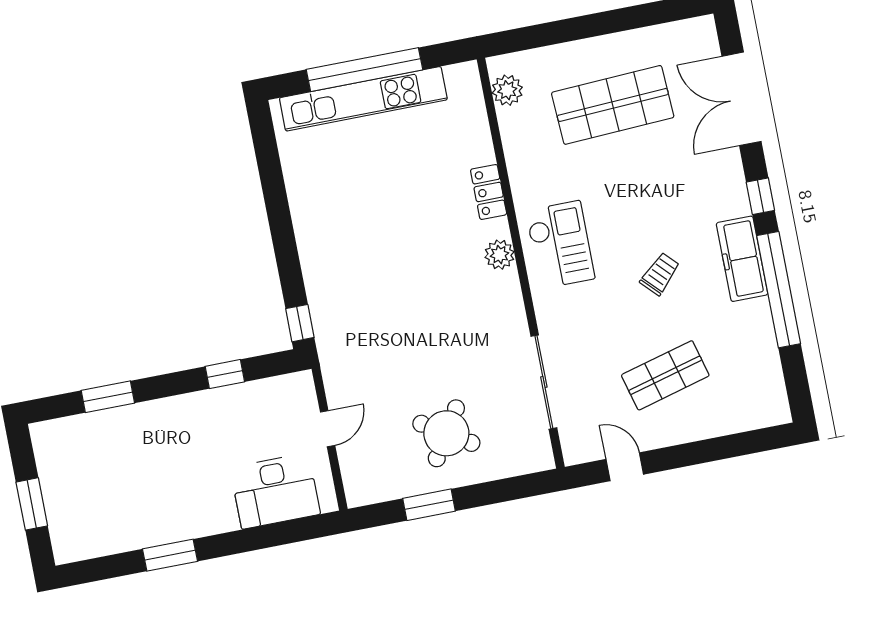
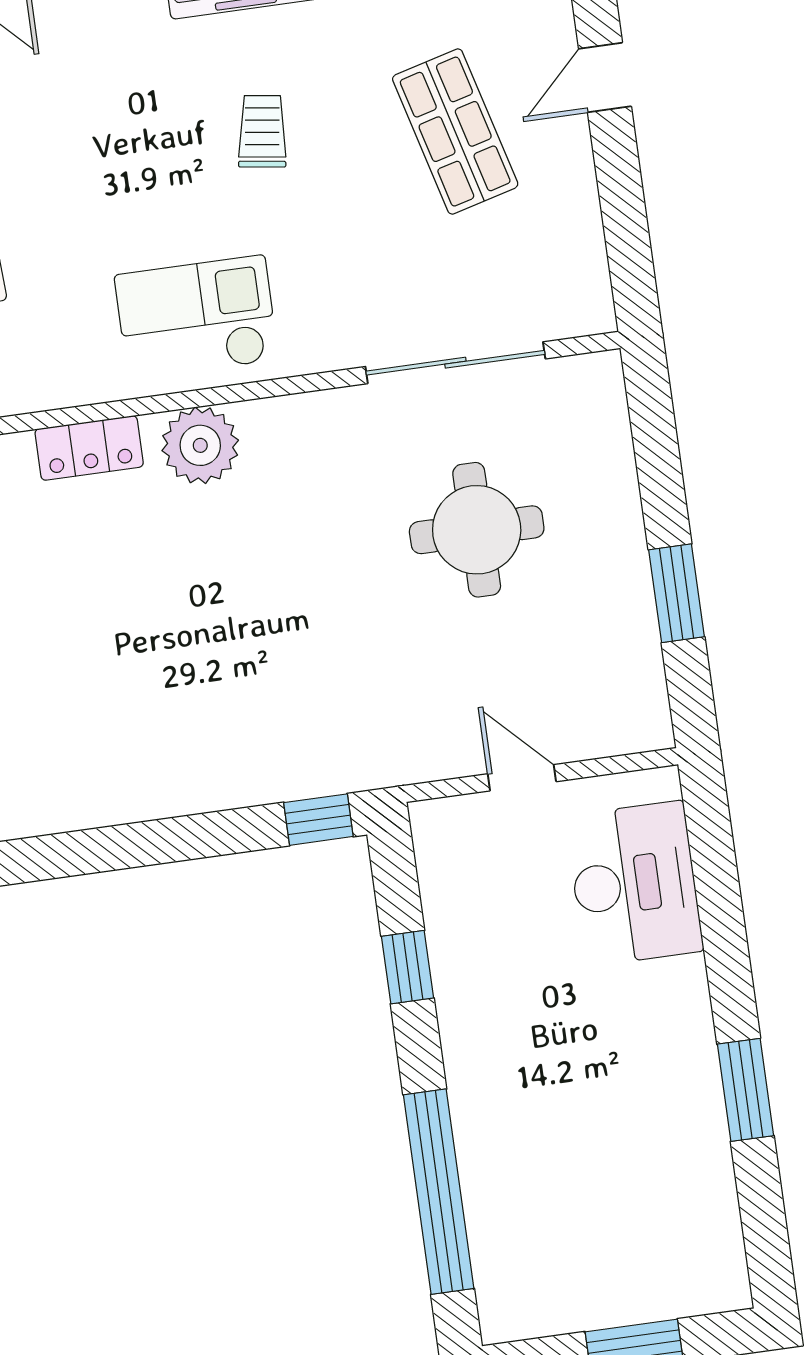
plant: (500, 255) -> (200, 445), width x1.36, depth x1.36
trolley: (660, 274) -> (262, 131), turned 52
window: (108, 397) -> (439, 1192), width x2.11
round table: (446, 433) -> (477, 530), moved, turned -32
door: (625, 467) -> (605, 77), moved

